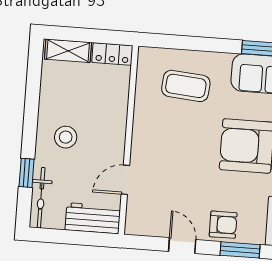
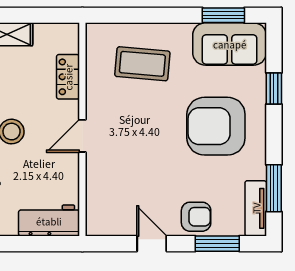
locker: (112, 54) -> (68, 77), moved, turned 90
door: (125, 180) -> (82, 136), moved

